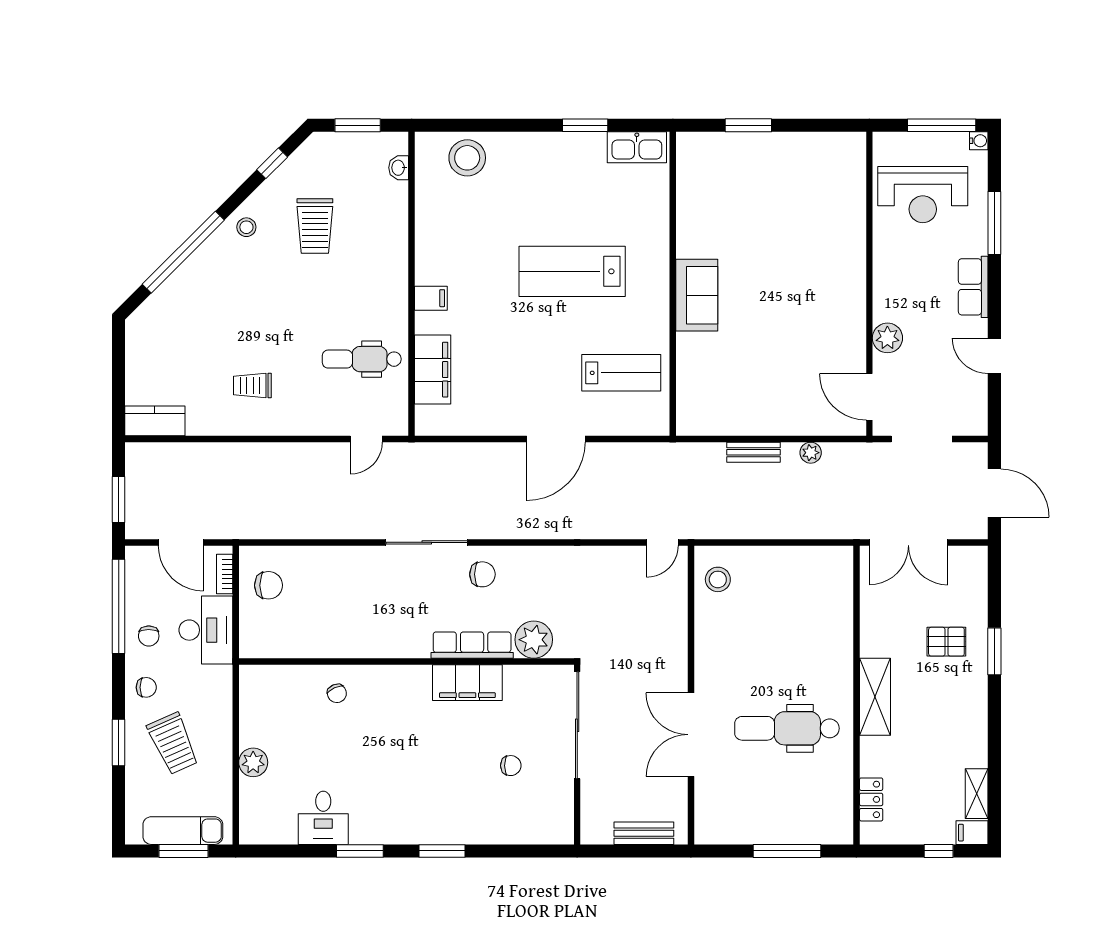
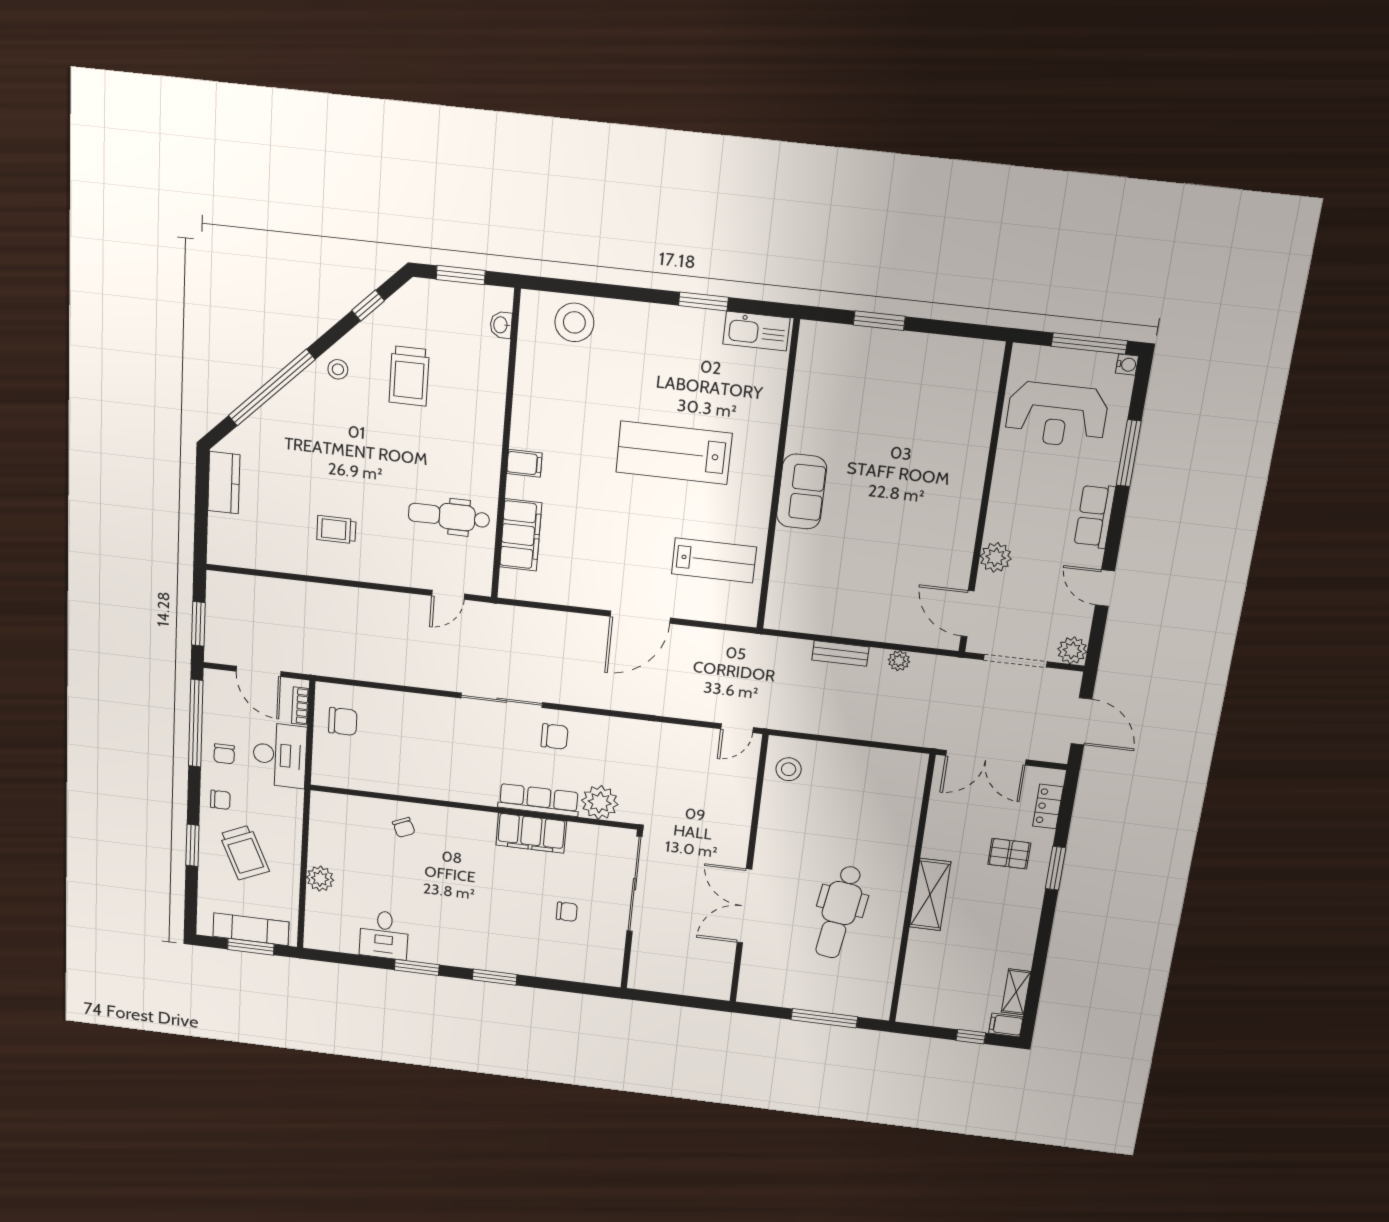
kitchen counter: (155, 421) -> (224, 483), moved, turned 90
plant: (974, 422) -> (1072, 650), added
dental chair: (787, 728) -> (839, 912), turned -82
locker: (871, 799) -> (1048, 806), moved, turned 180
bench: (644, 833) -> (689, 986), removed

